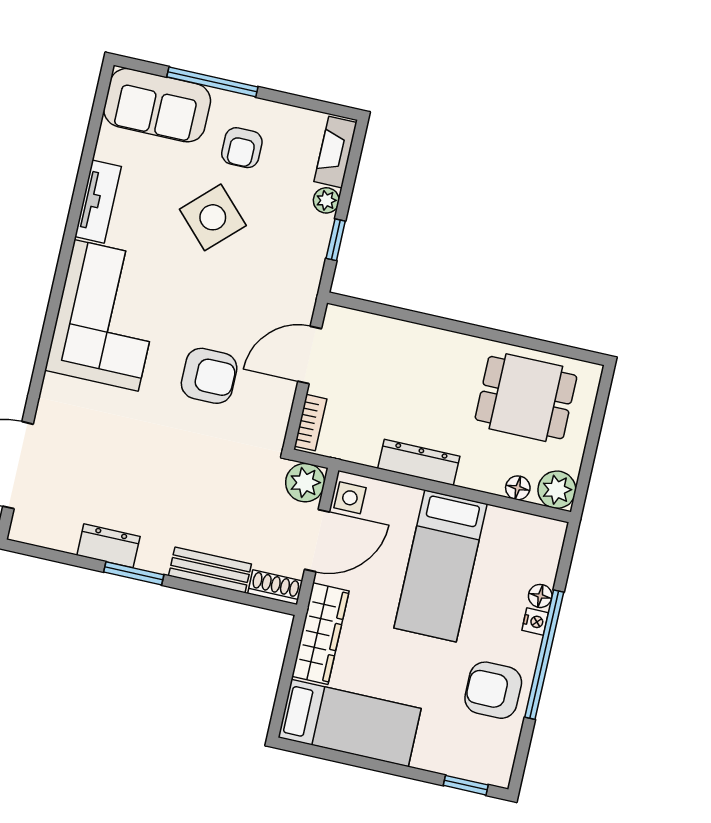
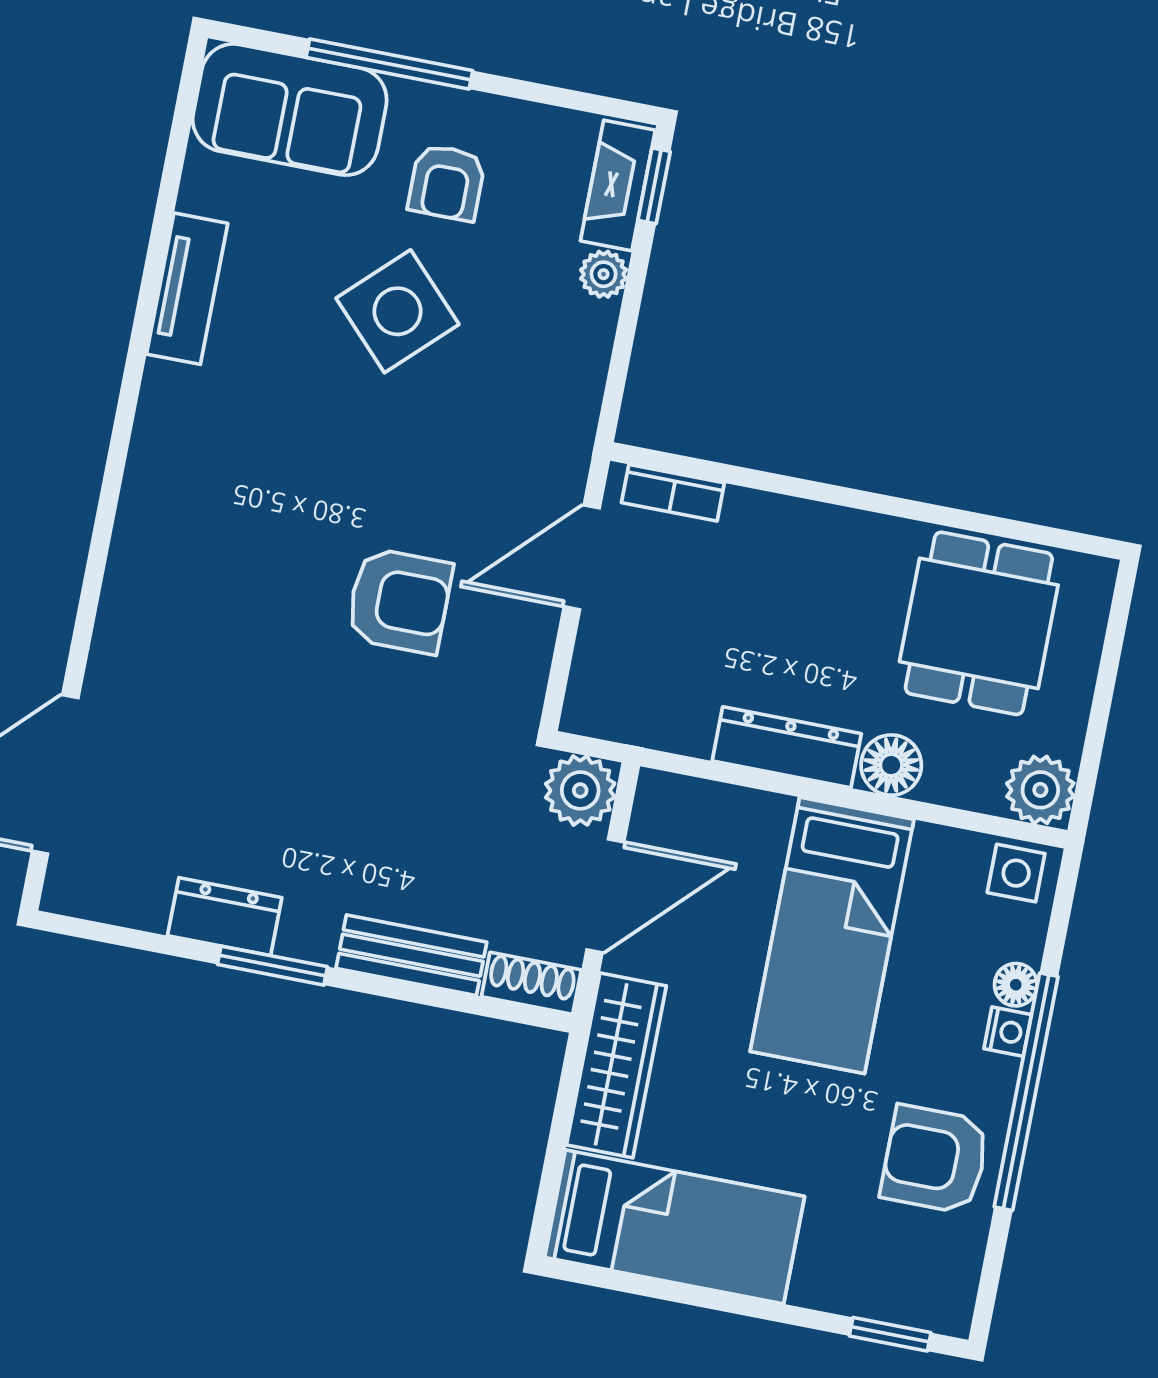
window: (336, 240) -> (654, 186), moved
corner sofa: (106, 315) -> (208, 496), removed
dining table: (526, 398) -> (979, 623), turned 90
bookcase: (311, 423) -> (673, 493), moved, turned 90
floor lamp: (518, 488) -> (891, 765), moved, width x1.37, depth x1.37
side table: (350, 498) -> (1016, 873), moved

